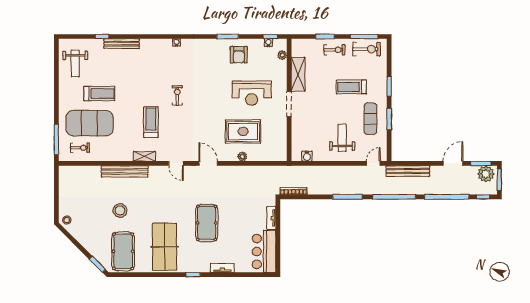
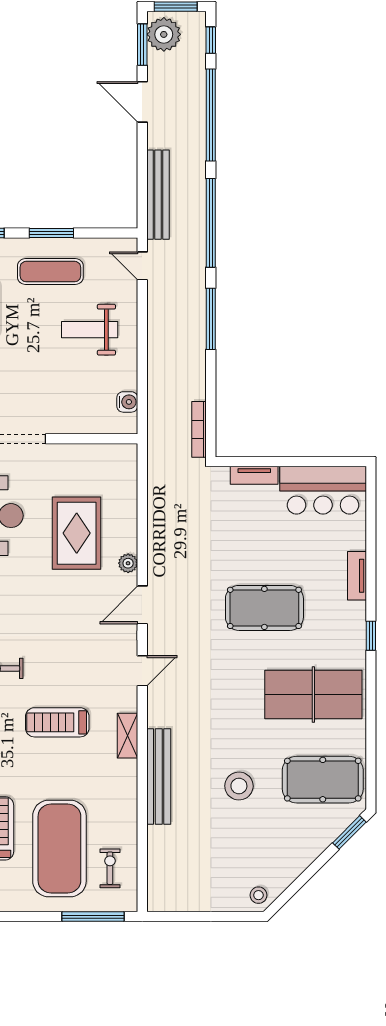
plant: (242, 157) -> (128, 563), moved

